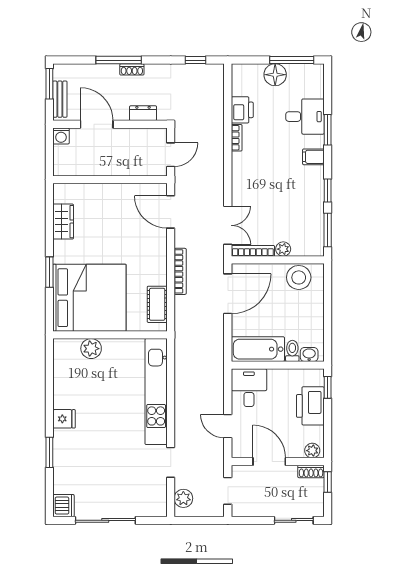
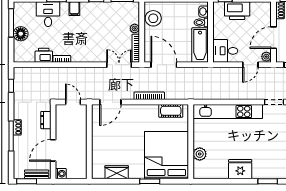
fridge: (64, 419) -> (240, 169), width x1.88, depth x1.34
plant: (312, 451) -> (266, 57), moved

